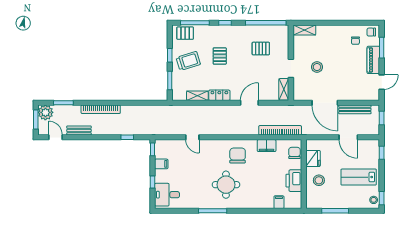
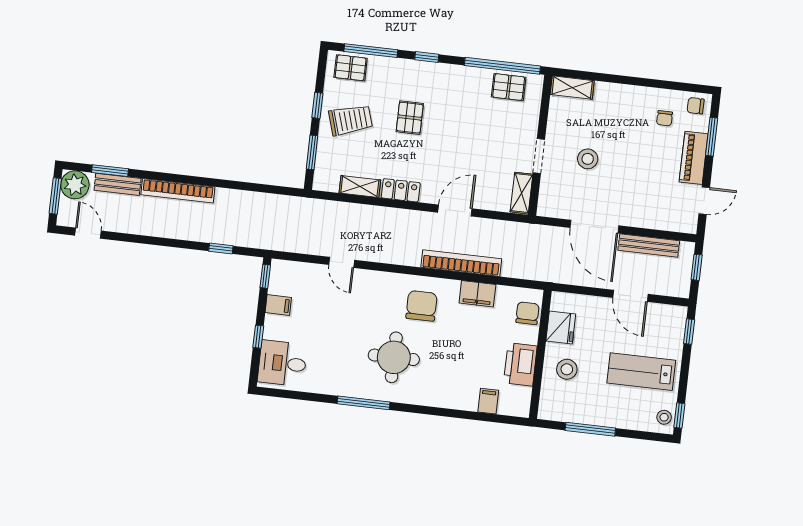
pallet: (261, 49) -> (509, 87), moved
bench: (79, 130) -> (118, 184), moved
bookcase: (280, 130) -> (461, 263), moved

